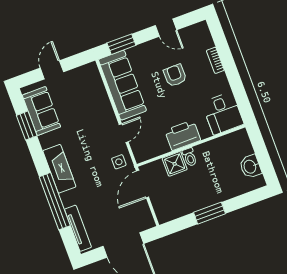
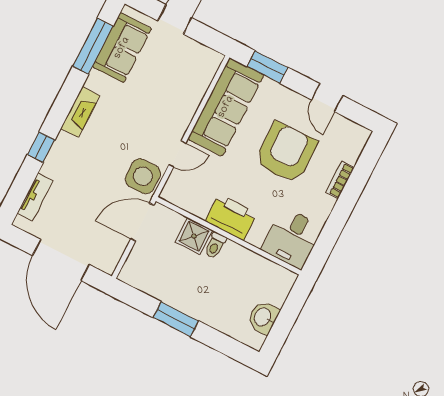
armchair: (175, 75) -> (286, 152), width x1.88, depth x1.88
window: (27, 126) -> (93, 46), width x1.44
side table: (119, 162) -> (143, 176), width x1.87, depth x1.87
fireplace: (59, 169) -> (80, 112), width x0.73, depth x0.76
window: (55, 201) -> (41, 147), width x0.32
tv unit: (78, 228) -> (35, 197), width x0.71

